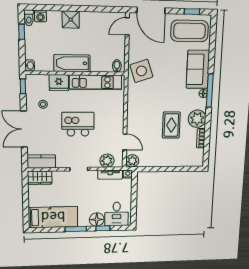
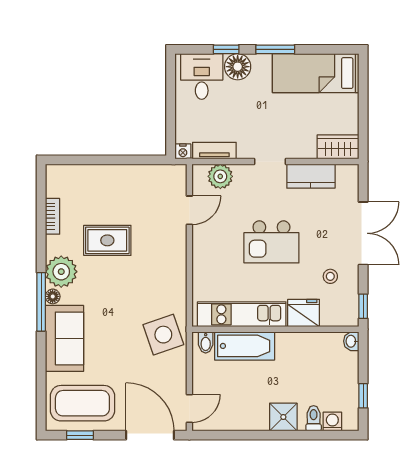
toilet: (29, 18) -> (314, 418), moved
bathtub: (72, 63) -> (245, 346), moved
plant: (197, 119) -> (61, 272), moved
rug: (171, 125) -> (107, 240), turned 90
door: (125, 142) -> (189, 210), swing flipped
kitchen counter: (41, 161) -> (311, 176), moved
plant: (132, 161) -> (175, 176), removed

